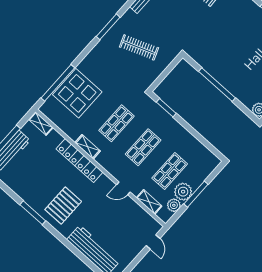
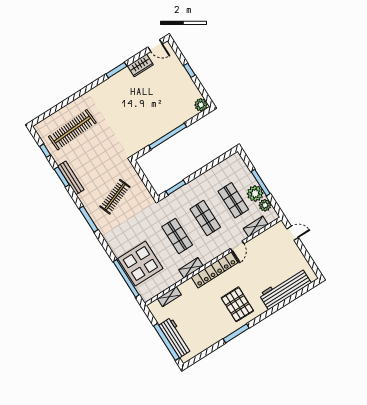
shelving: (41, 123) -> (169, 297), moved
locker: (79, 161) -> (214, 270), moved

